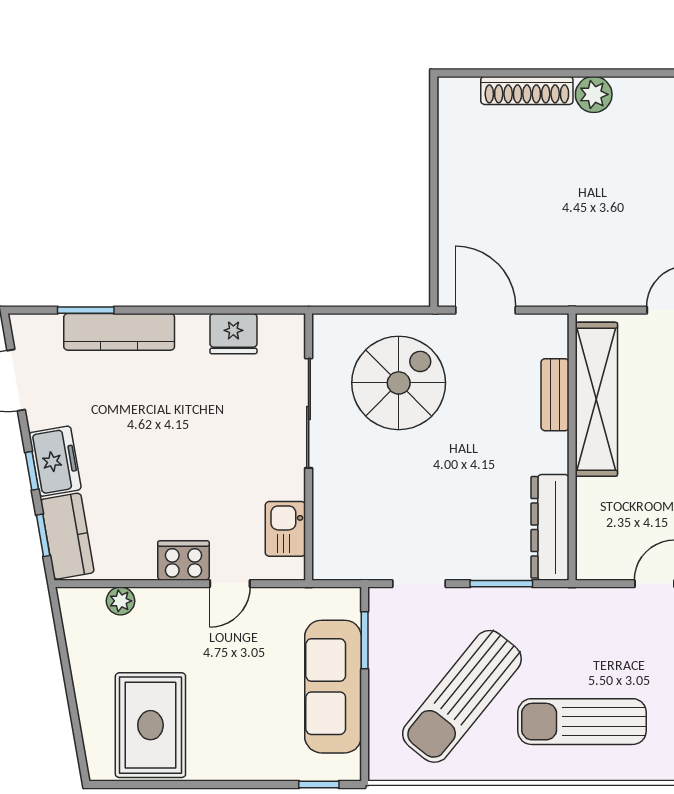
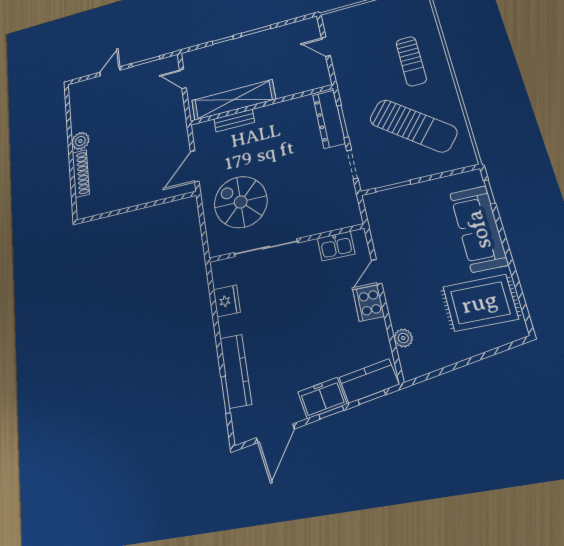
dresser: (550, 527) -> (329, 119), moved, turned 90
door: (230, 584) -> (377, 272), swing flipped
sofa: (333, 687) -> (479, 229), moved, turned 90
sun lounger: (582, 722) -> (411, 61), width x0.73, depth x0.75

